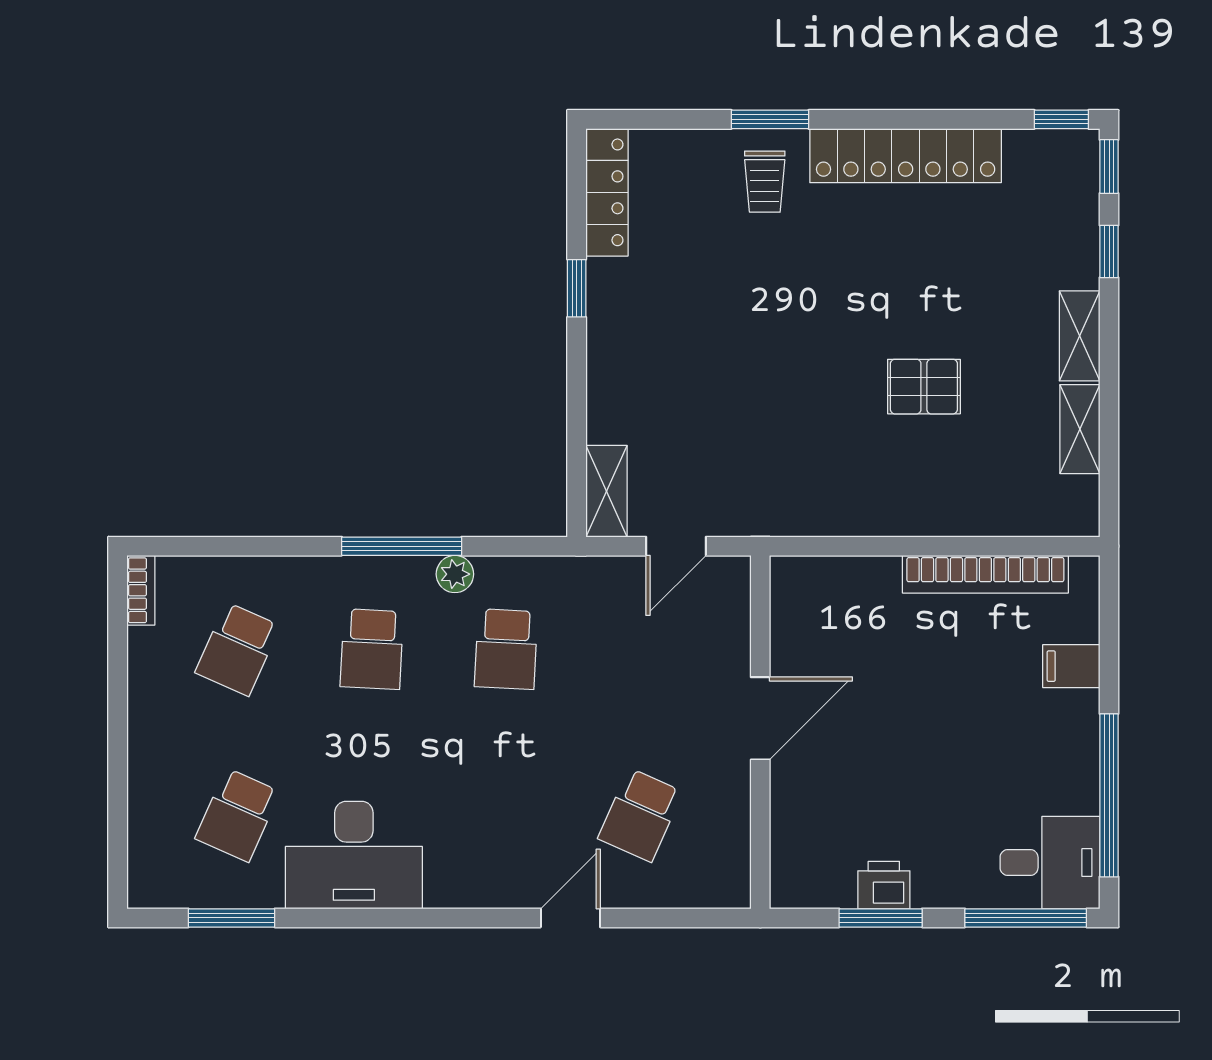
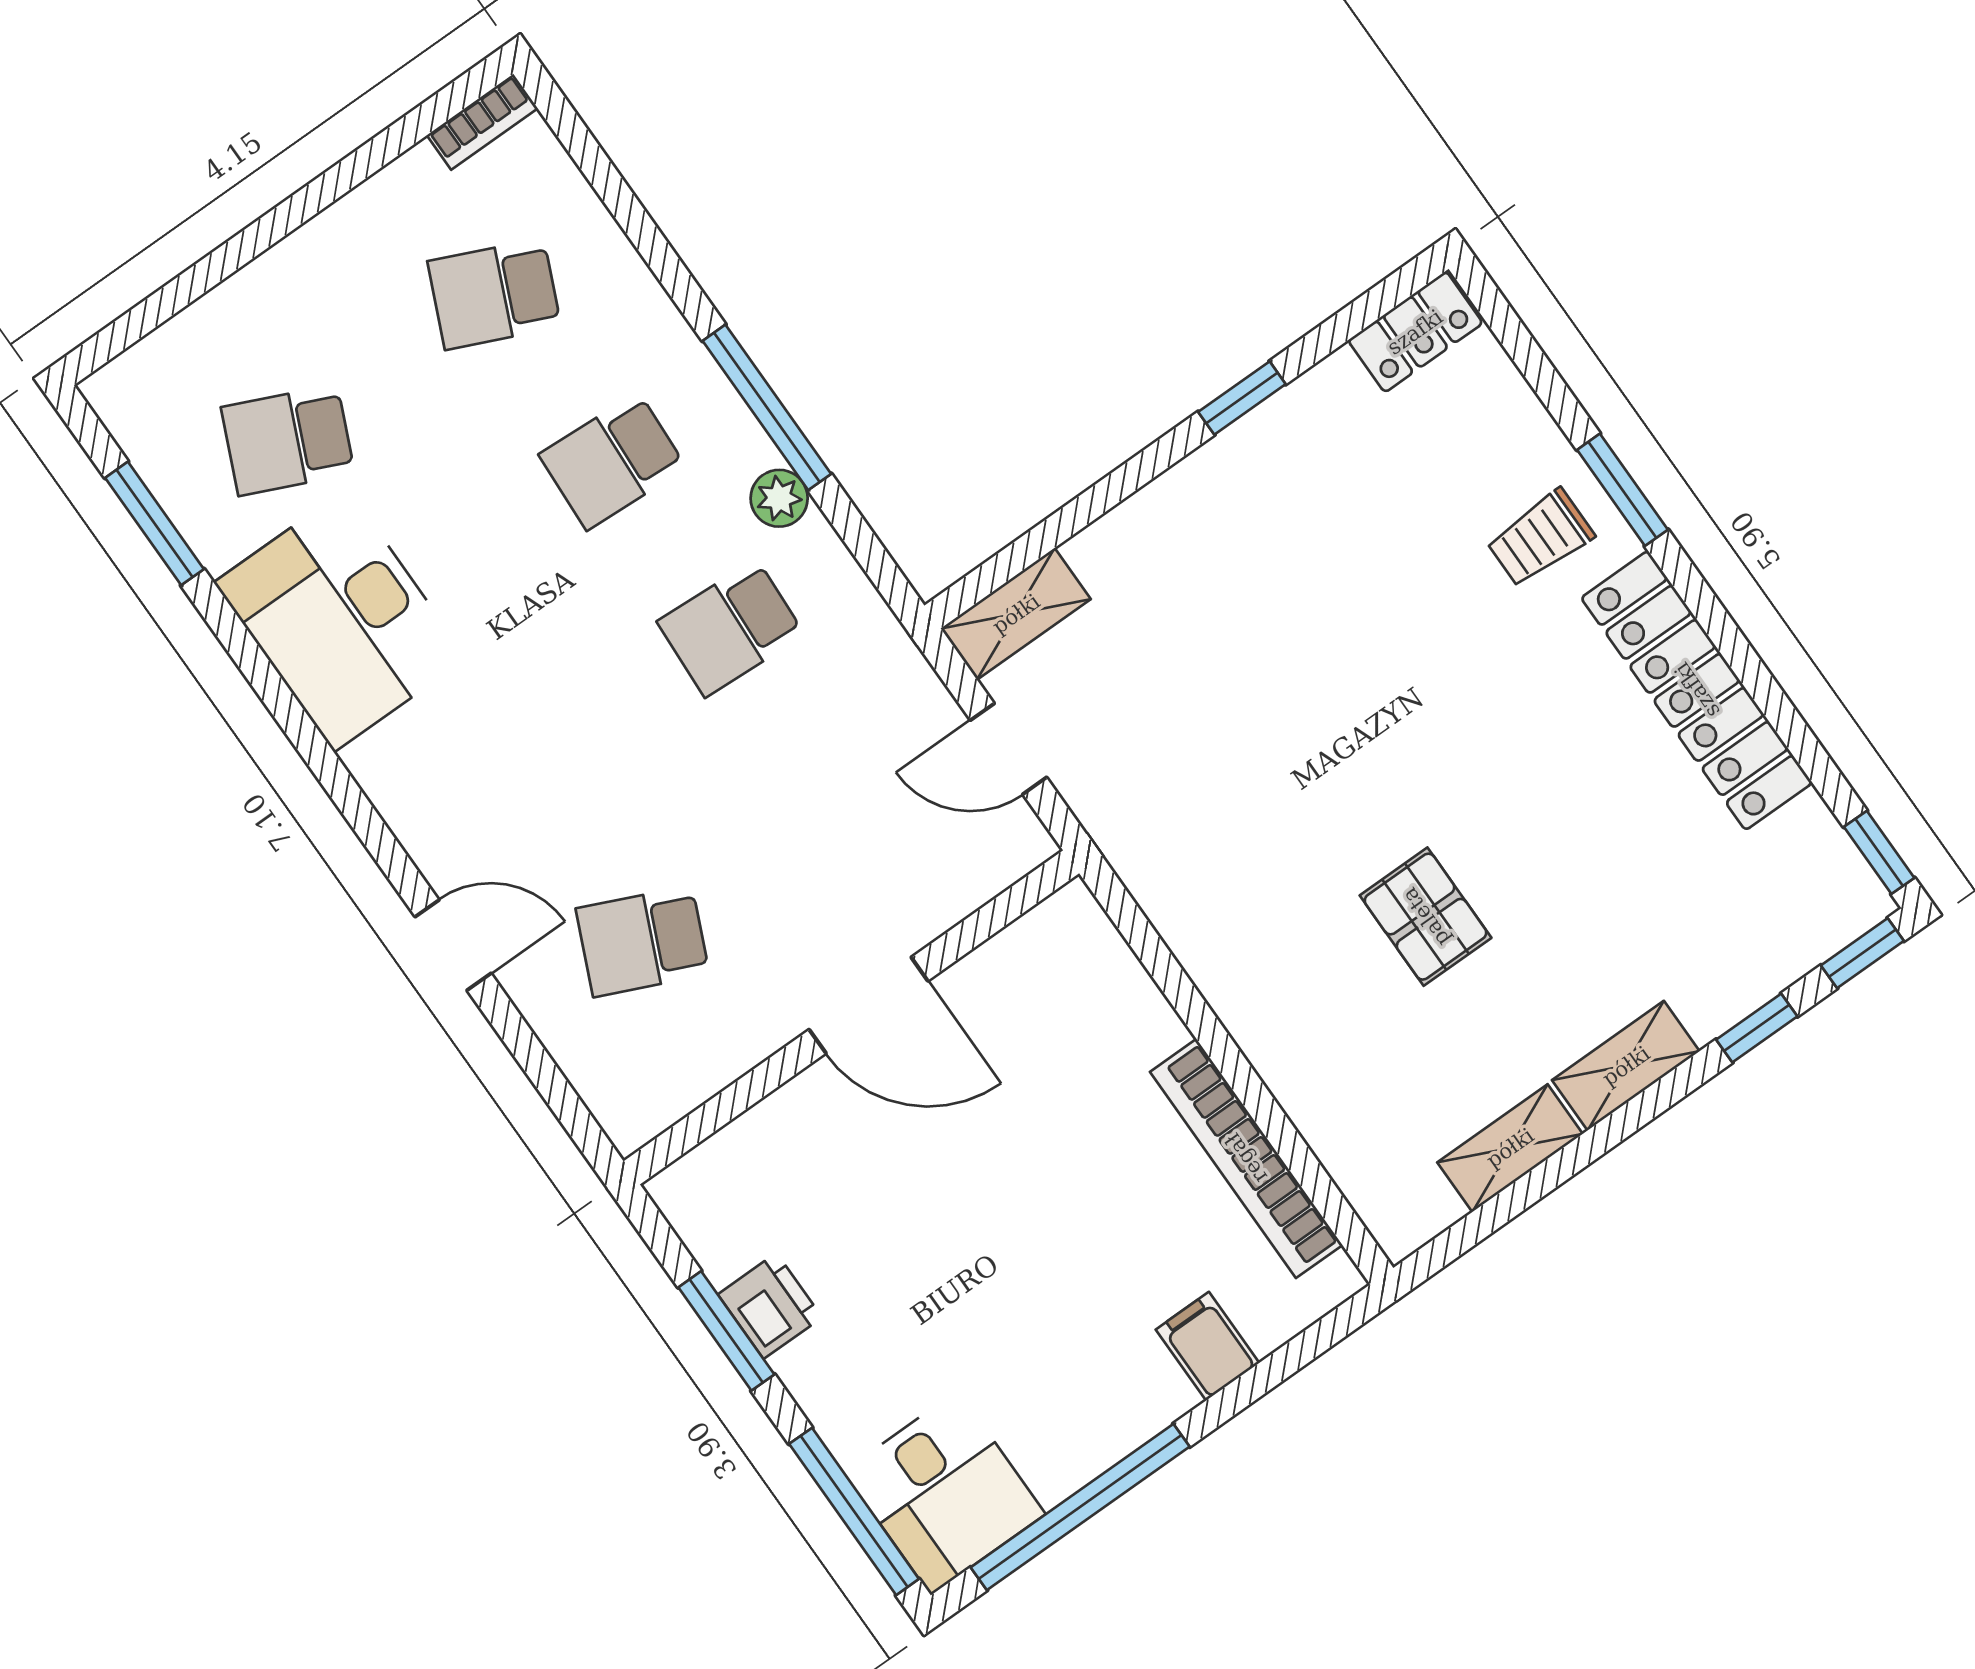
locker: (607, 192) -> (1415, 332), width x0.66

